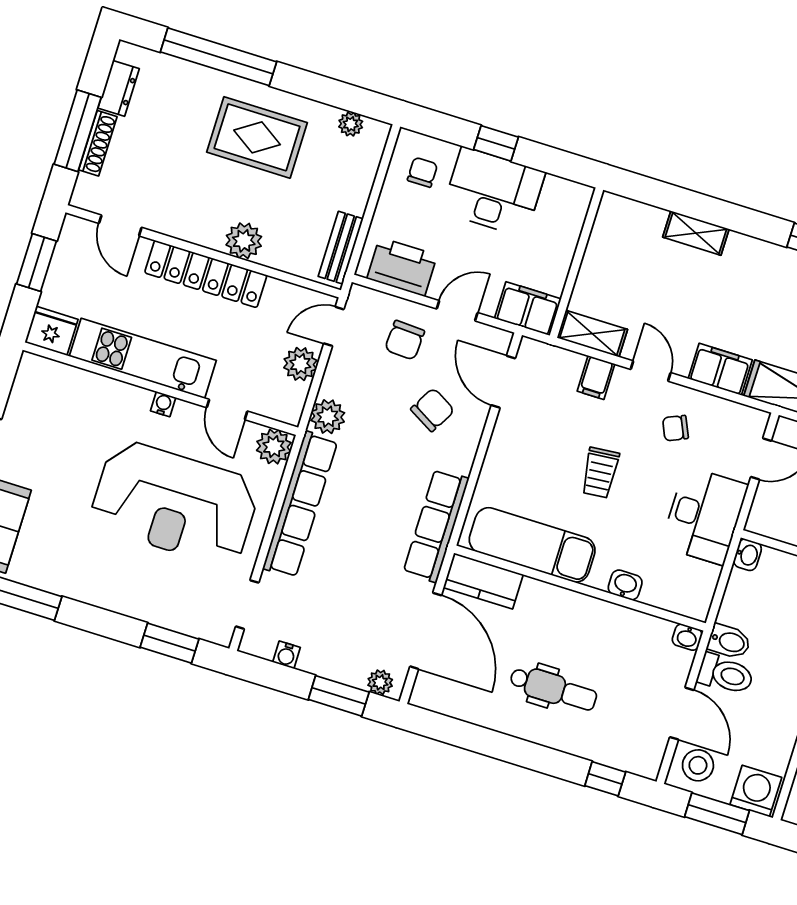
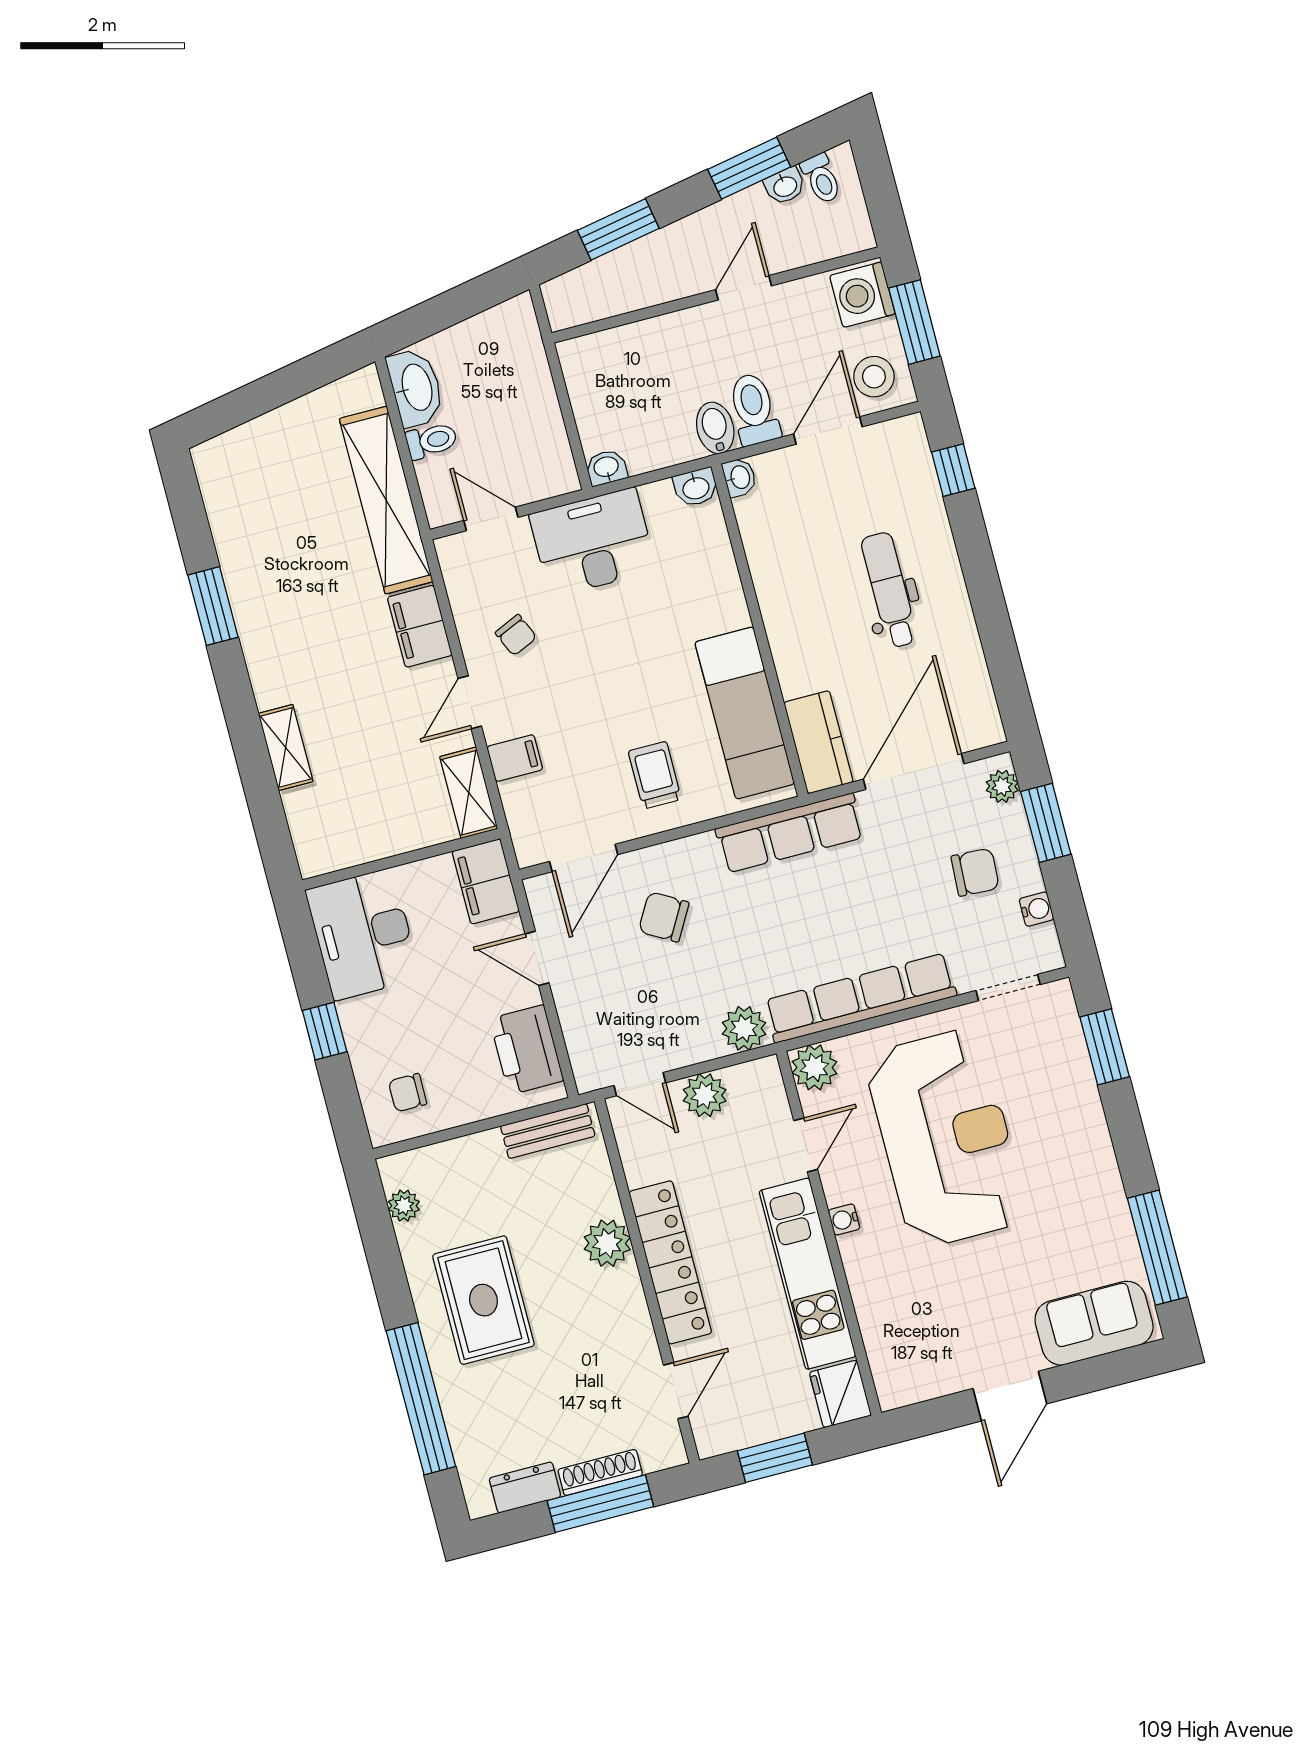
desk: (493, 192) -> (363, 934), moved
chair: (405, 340) -> (975, 872), moved
trolley: (600, 473) -> (655, 775), moved, turned -85
washbasin: (625, 585) -> (696, 487), moved, turned -90

